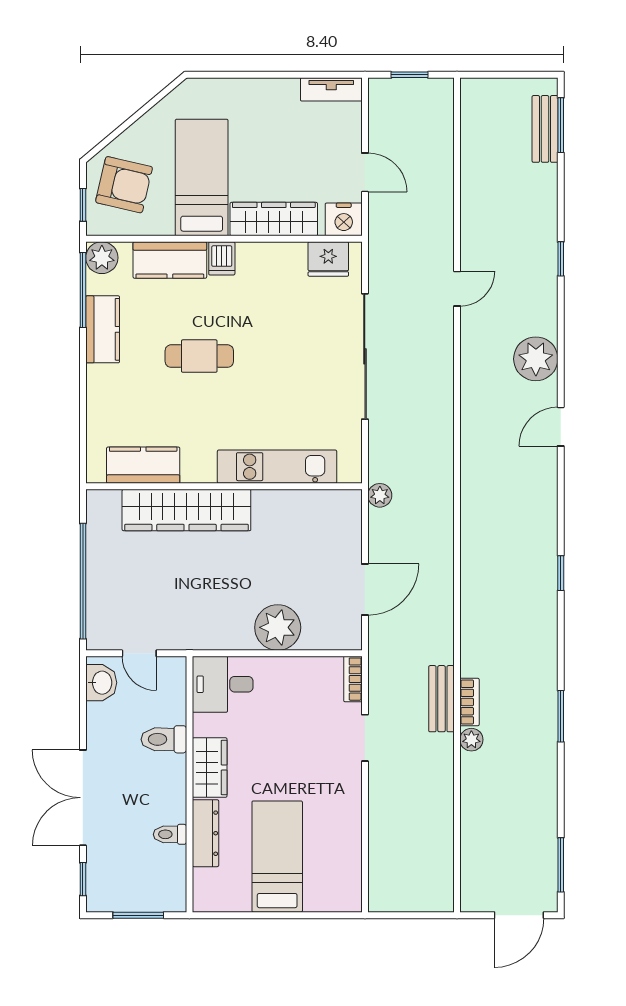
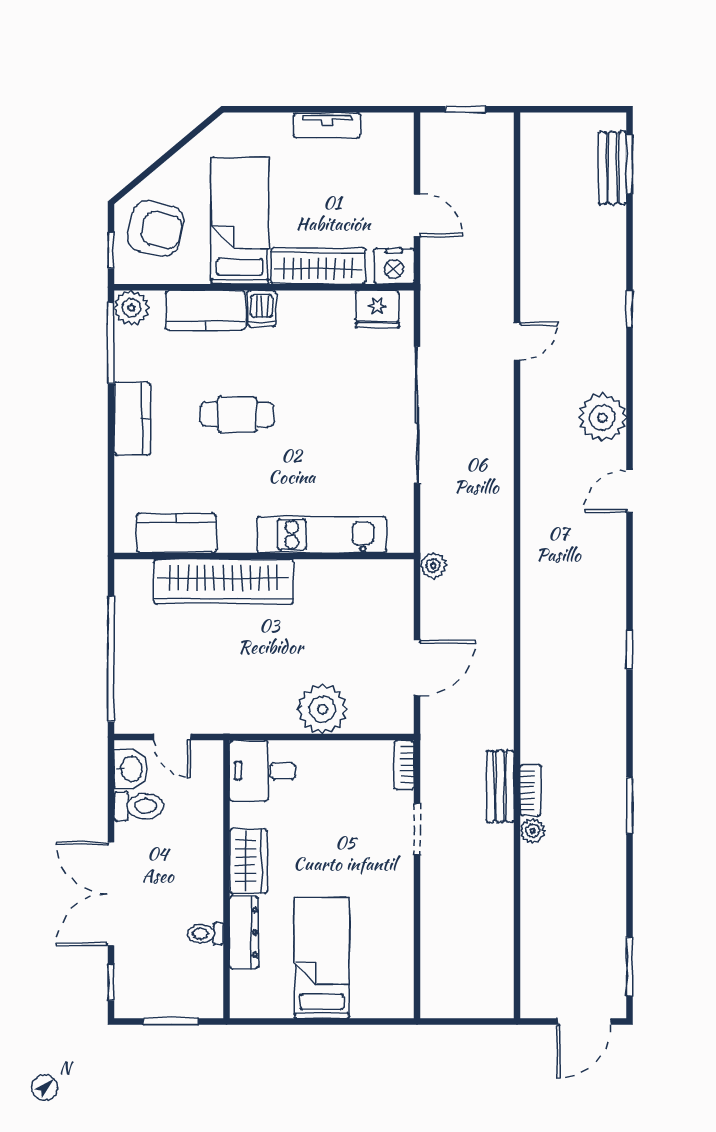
tv unit: (331, 89) -> (327, 125), moved
kitchen counter: (103, 329) -> (132, 419), moved
toilet: (164, 739) -> (139, 806), moved, turned 180

